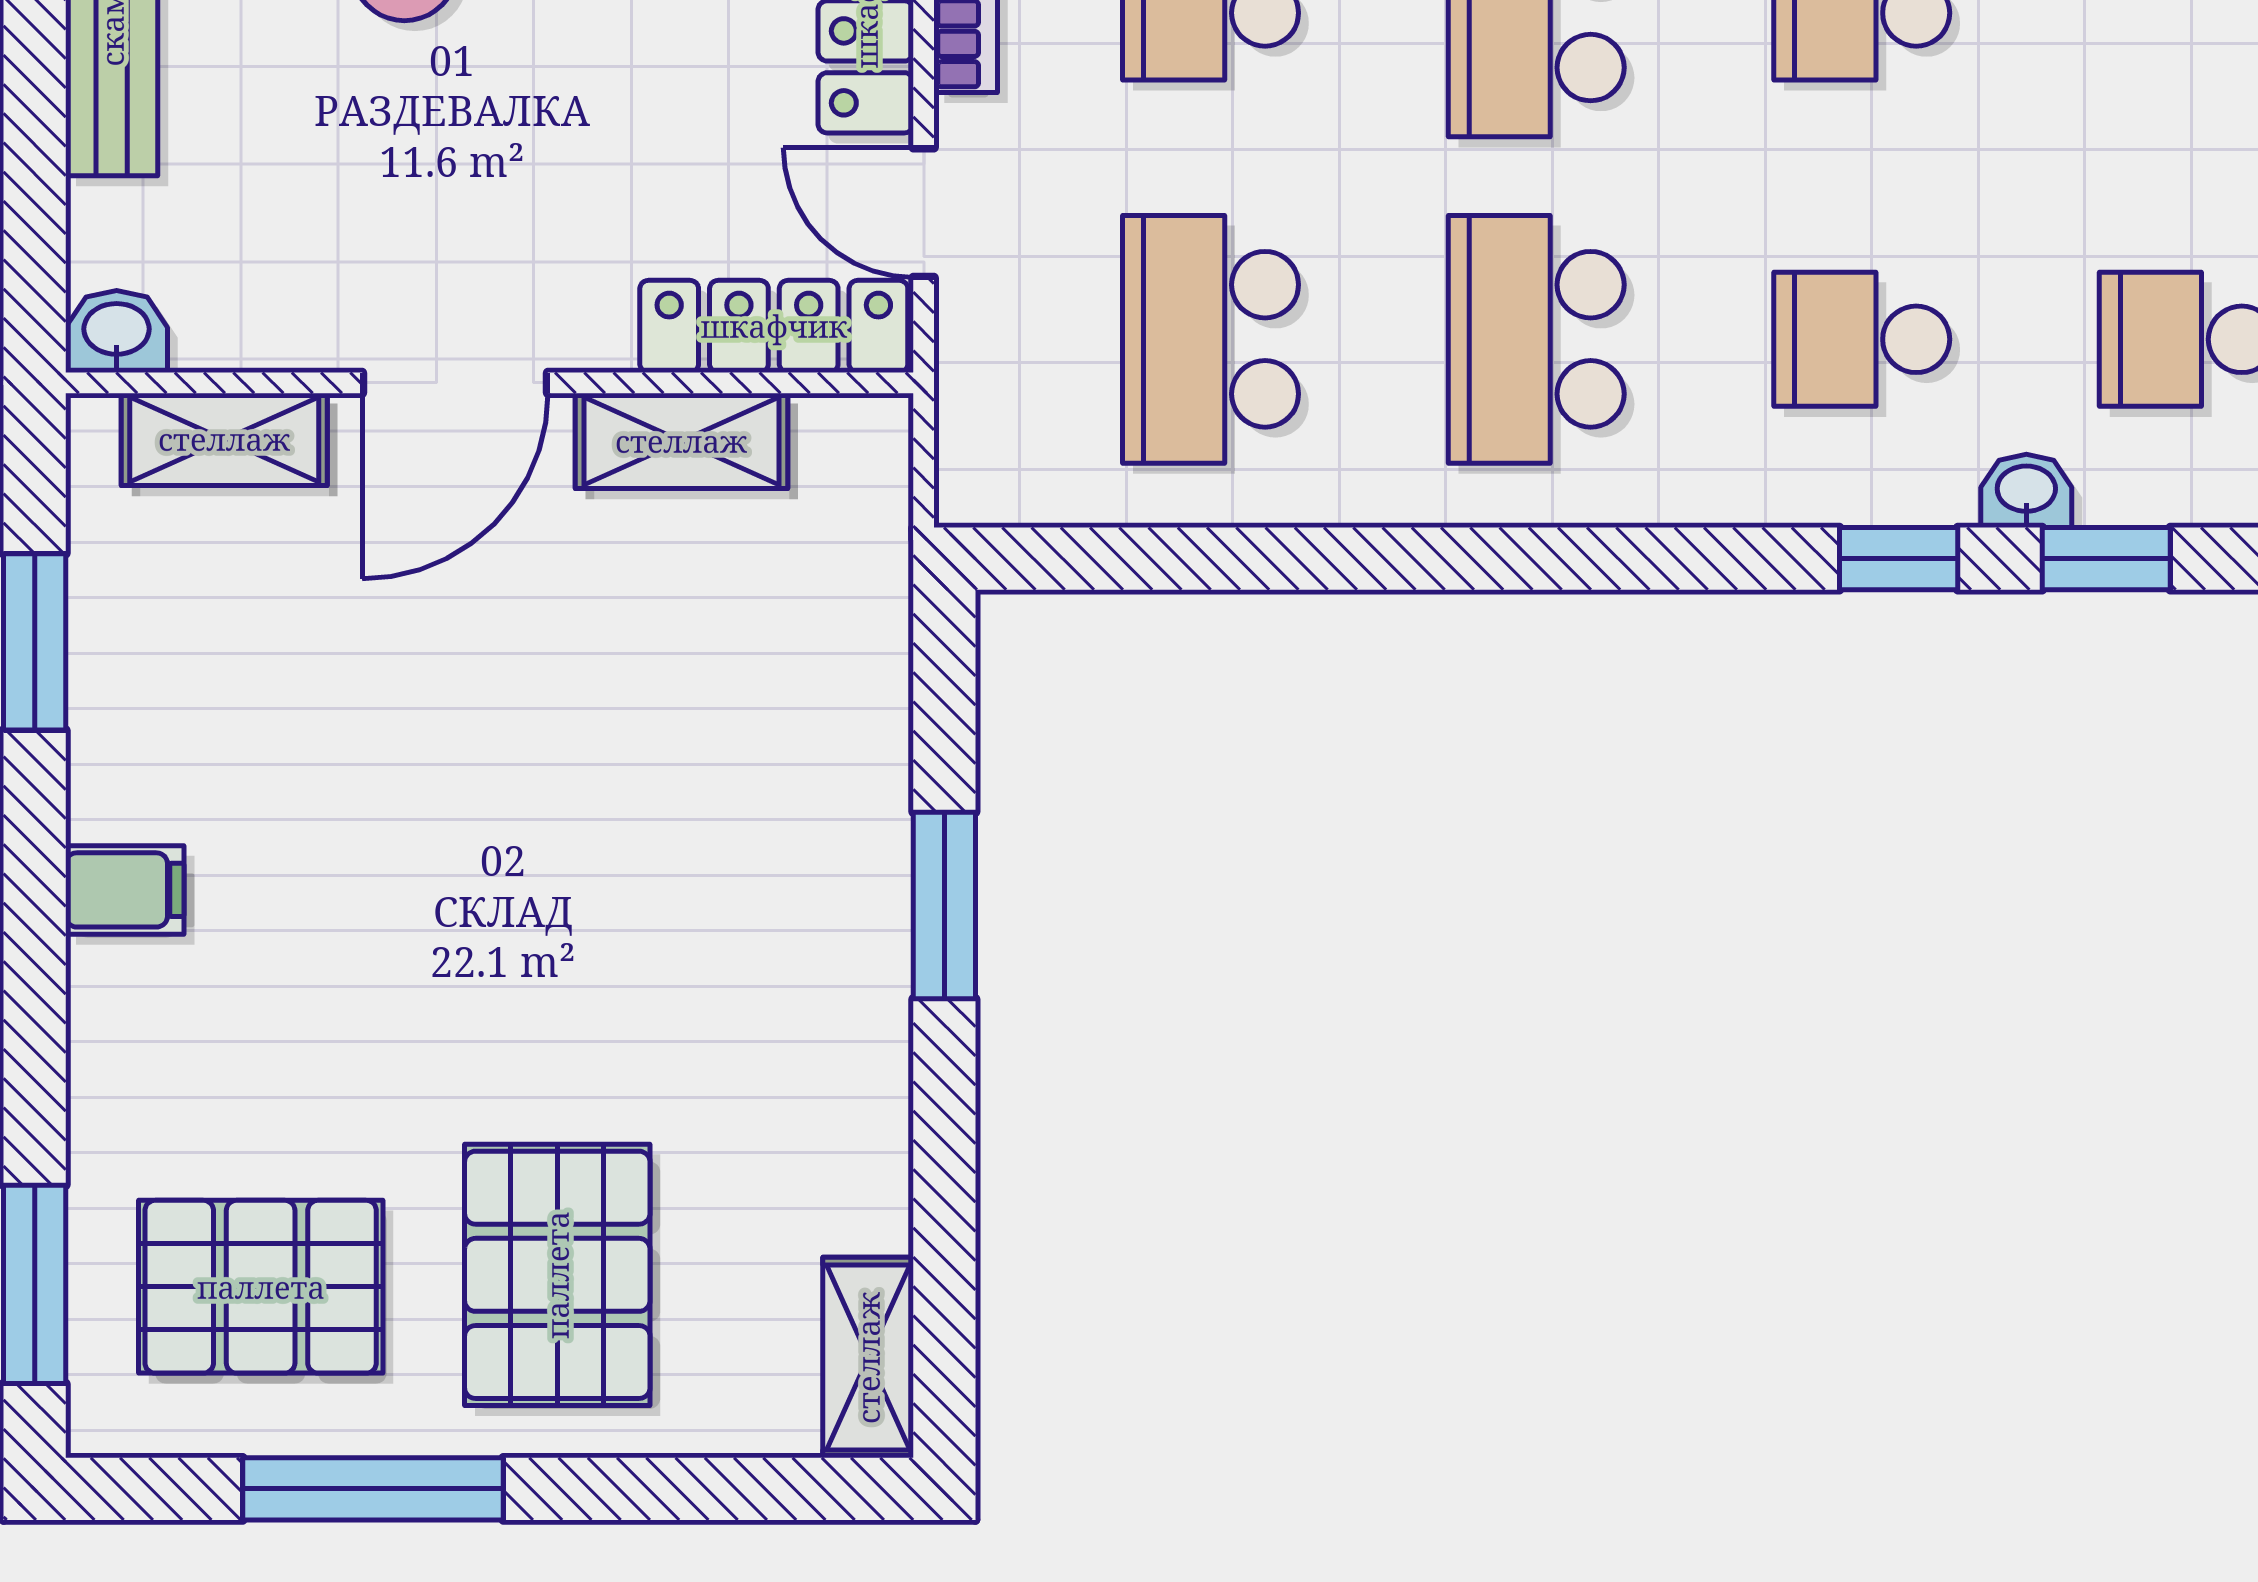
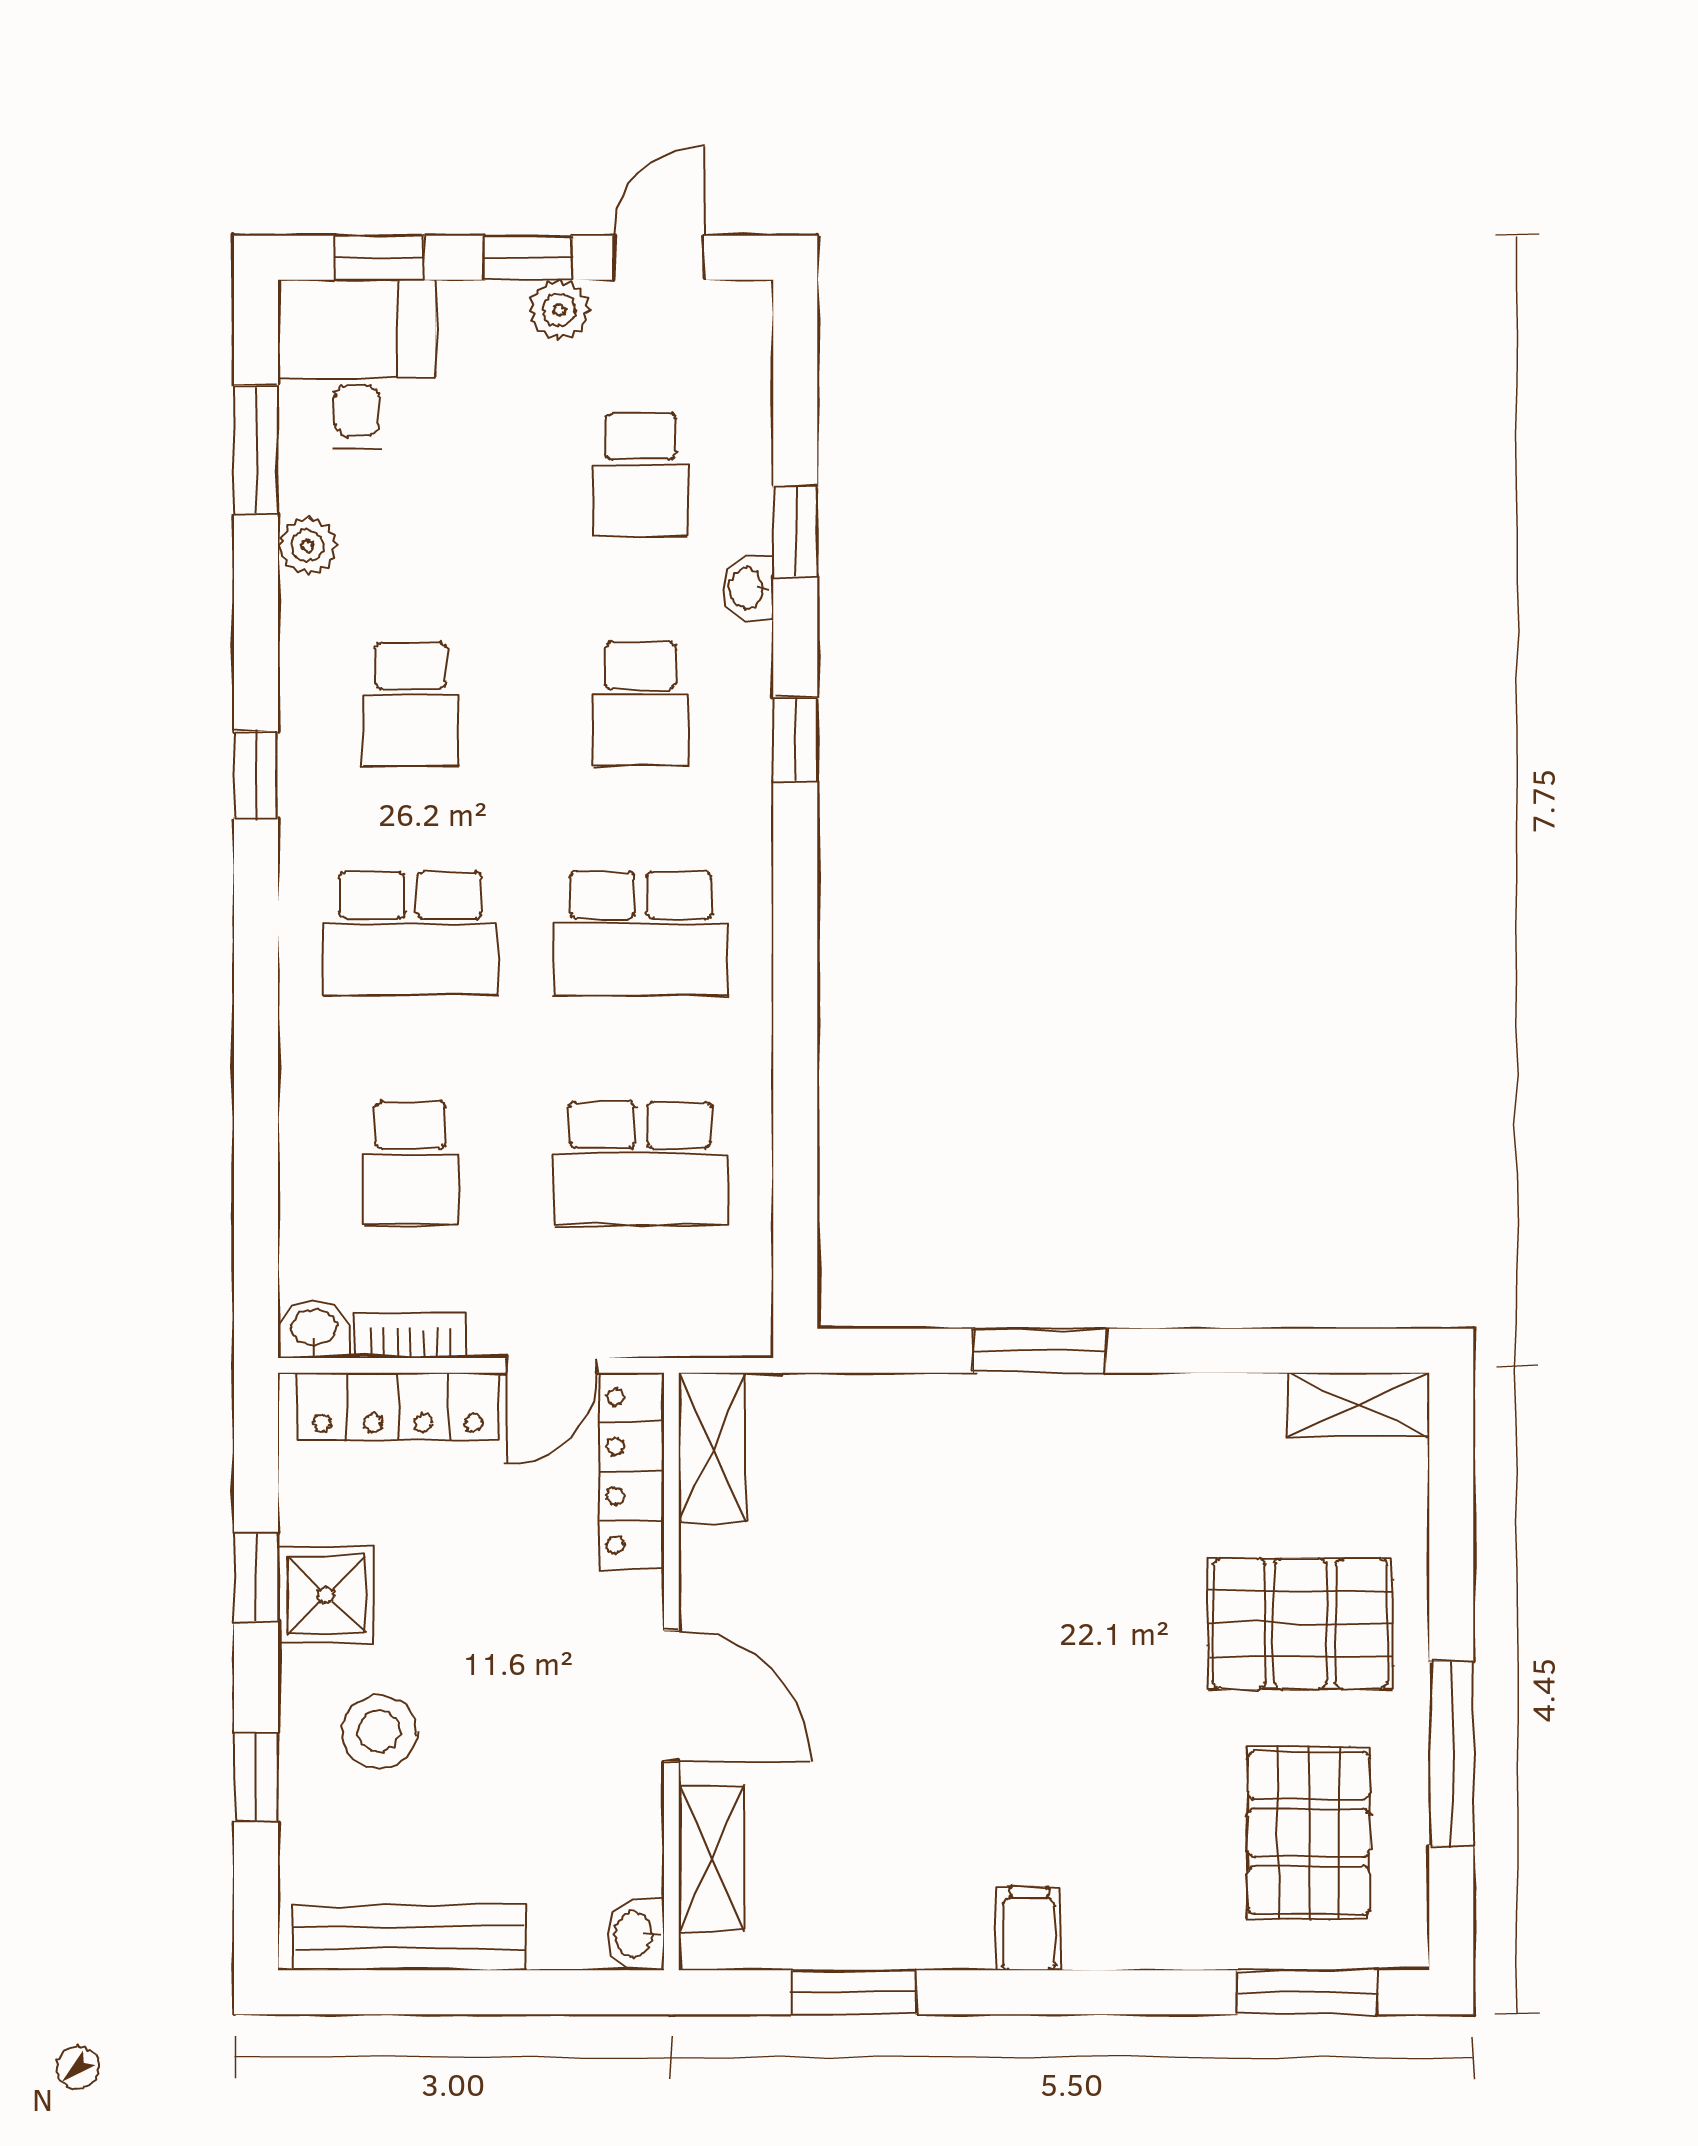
shelving: (681, 441) -> (712, 1448), moved
window: (1899, 559) -> (795, 739), moved

